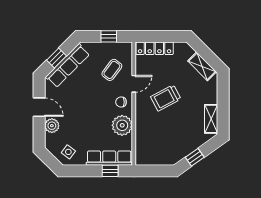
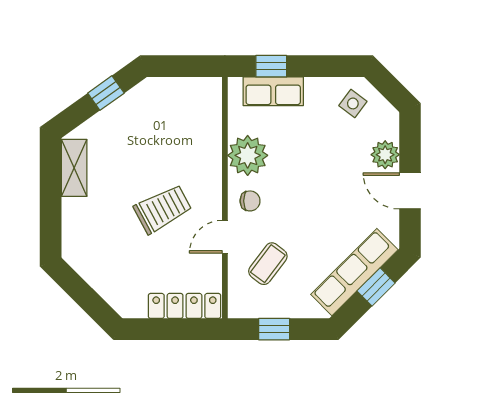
shelving: (202, 66) -> (92, 270), removed
row of seats: (109, 158) -> (273, 91), width x0.68

